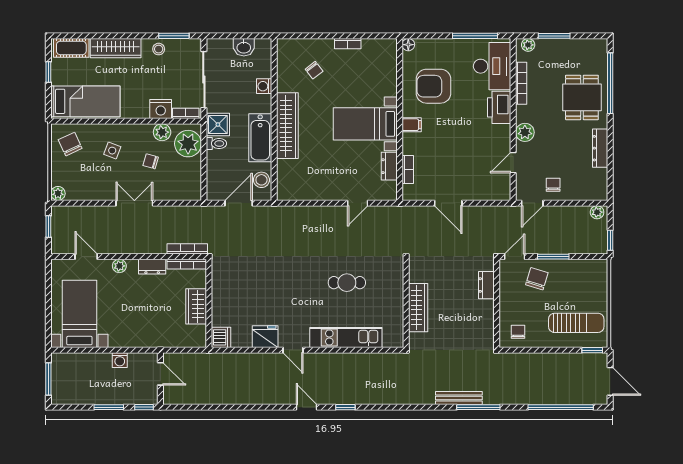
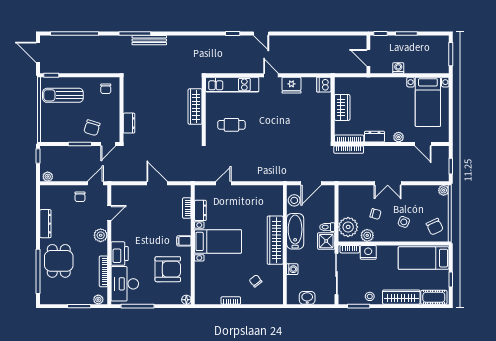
wall: (406, 303) -> (204, 110), moved
wardrobe: (418, 308) -> (195, 107), moved

